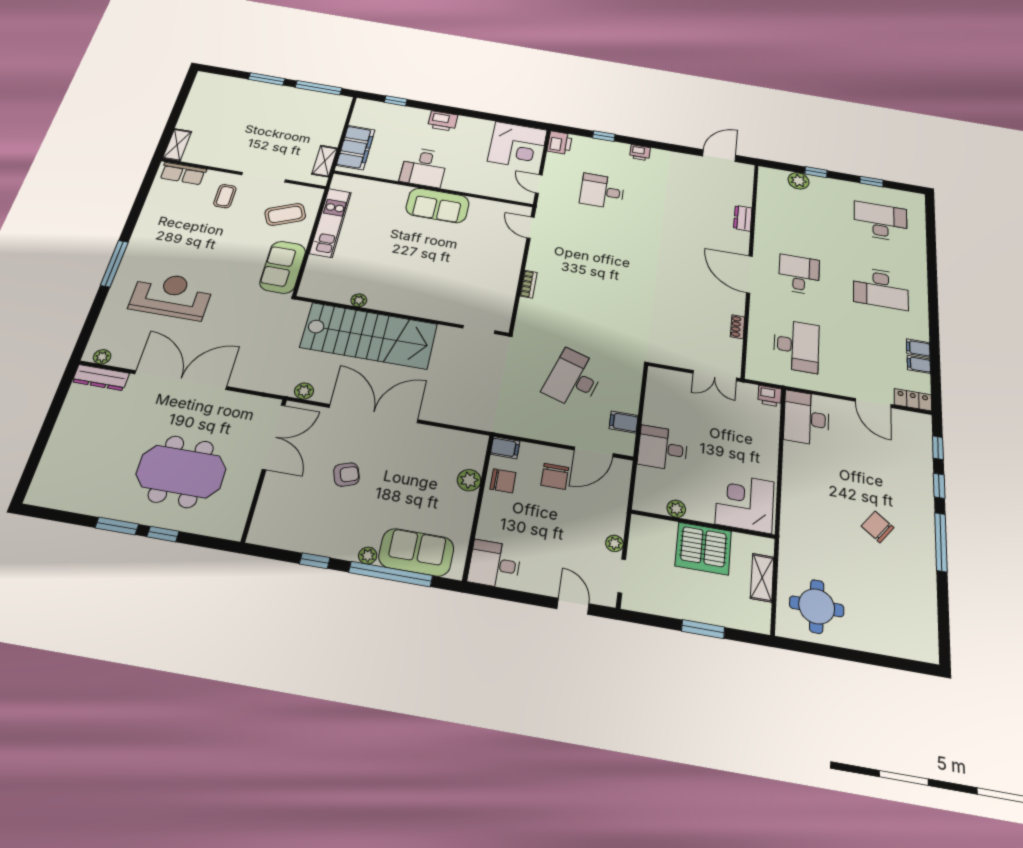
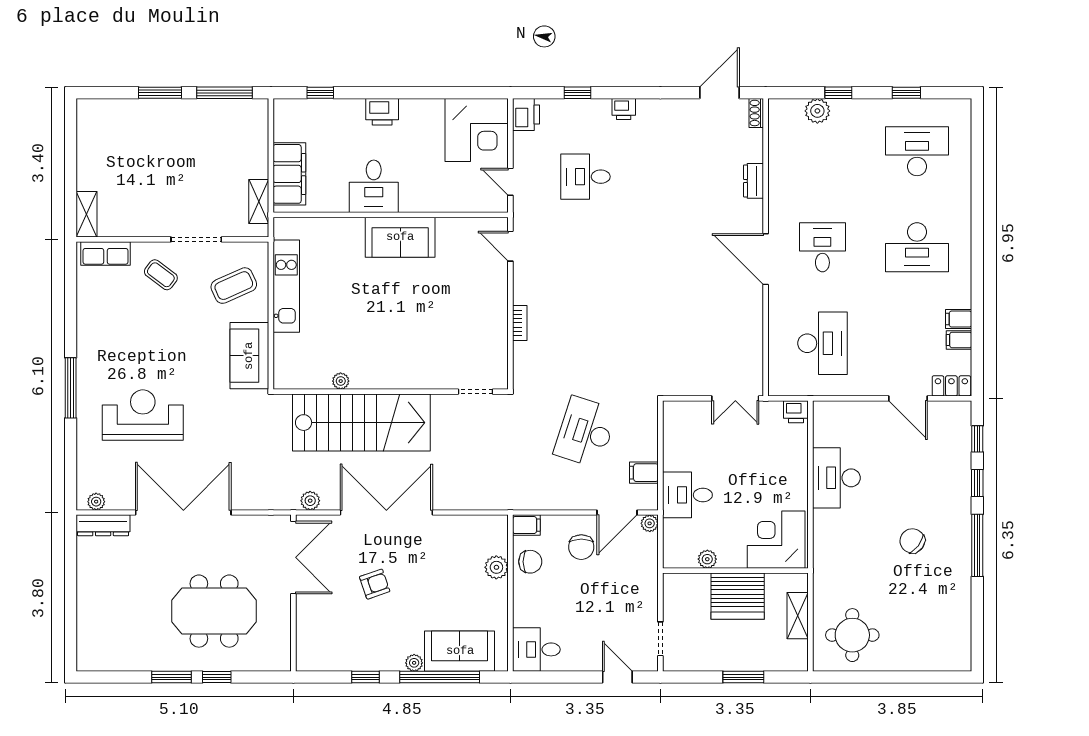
coffee table: (225, 196) -> (161, 275), turned -53
shoe rack: (738, 327) -> (756, 113), moved
desk: (806, 418) -> (836, 478), moved
plant: (614, 543) -> (650, 523), moved

